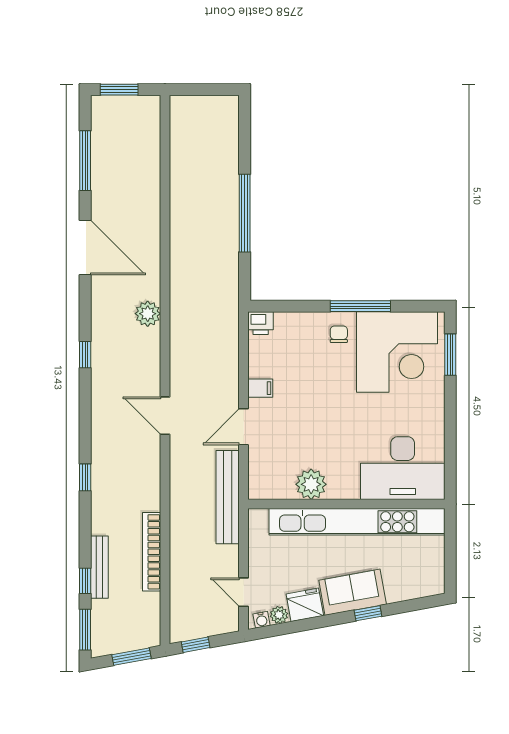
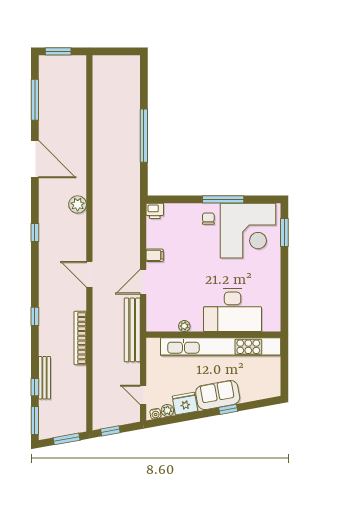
desk: (403, 468) -> (233, 310), moved
plant: (311, 484) -> (184, 326), width x0.53, depth x0.53
bookcase: (152, 552) -> (80, 338), moved

